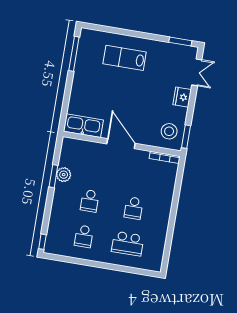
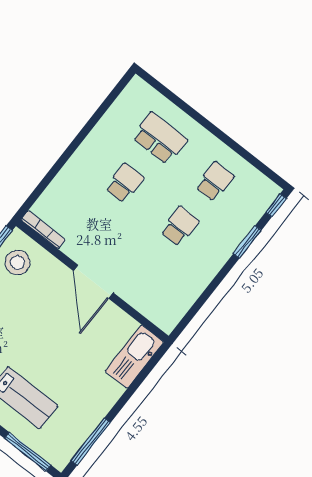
window: (106, 29) -> (28, 452), added
kitchen sink: (83, 126) -> (134, 357), moved, turned 90
plant: (64, 175) -> (196, 282), removed
window: (53, 176) -> (247, 242), moved

